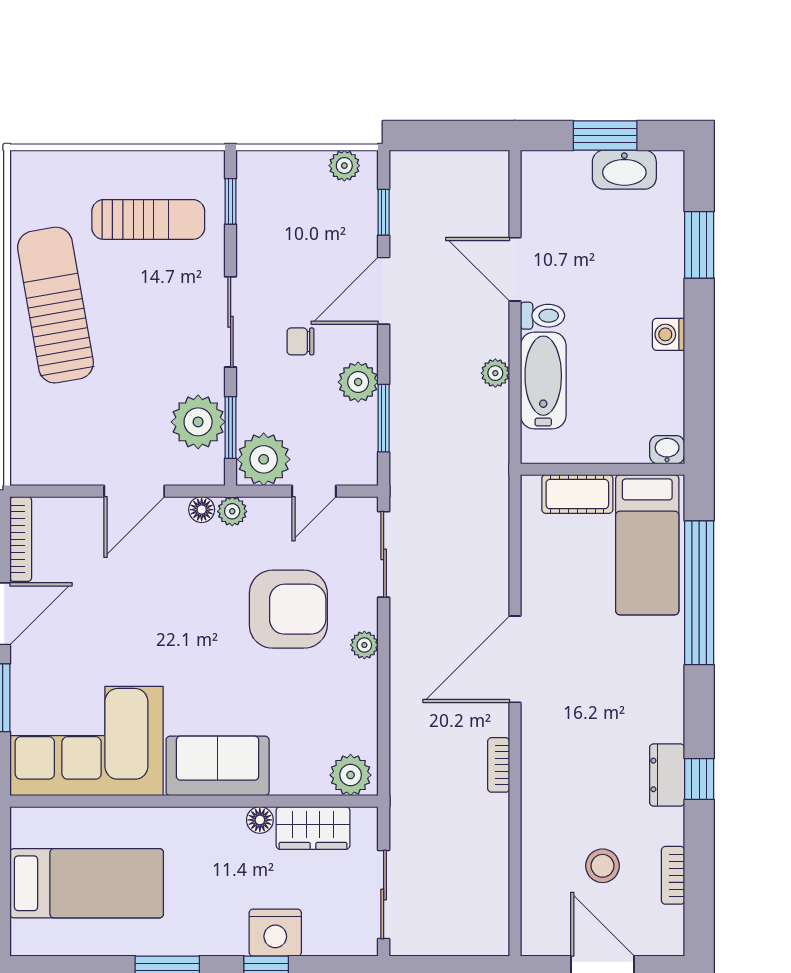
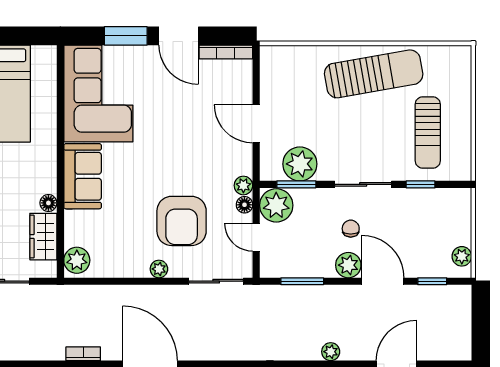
window: (231, 201) -> (421, 184), moved
plant: (358, 382) -> (348, 265), moved
floor lamp: (202, 510) -> (244, 205), moved

